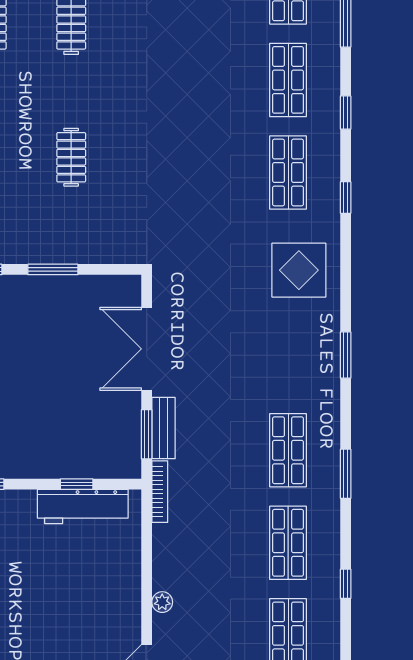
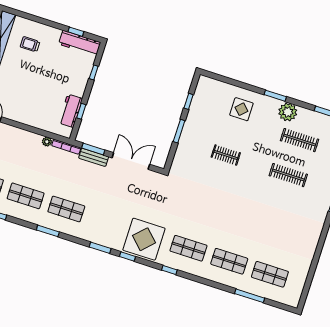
window: (346, 113) -> (127, 257), moved
display table: (299, 270) -> (144, 239), width x1.36, depth x1.36
workbench: (83, 506) -> (71, 111), width x0.73
plant: (162, 602) -> (47, 142), moved

